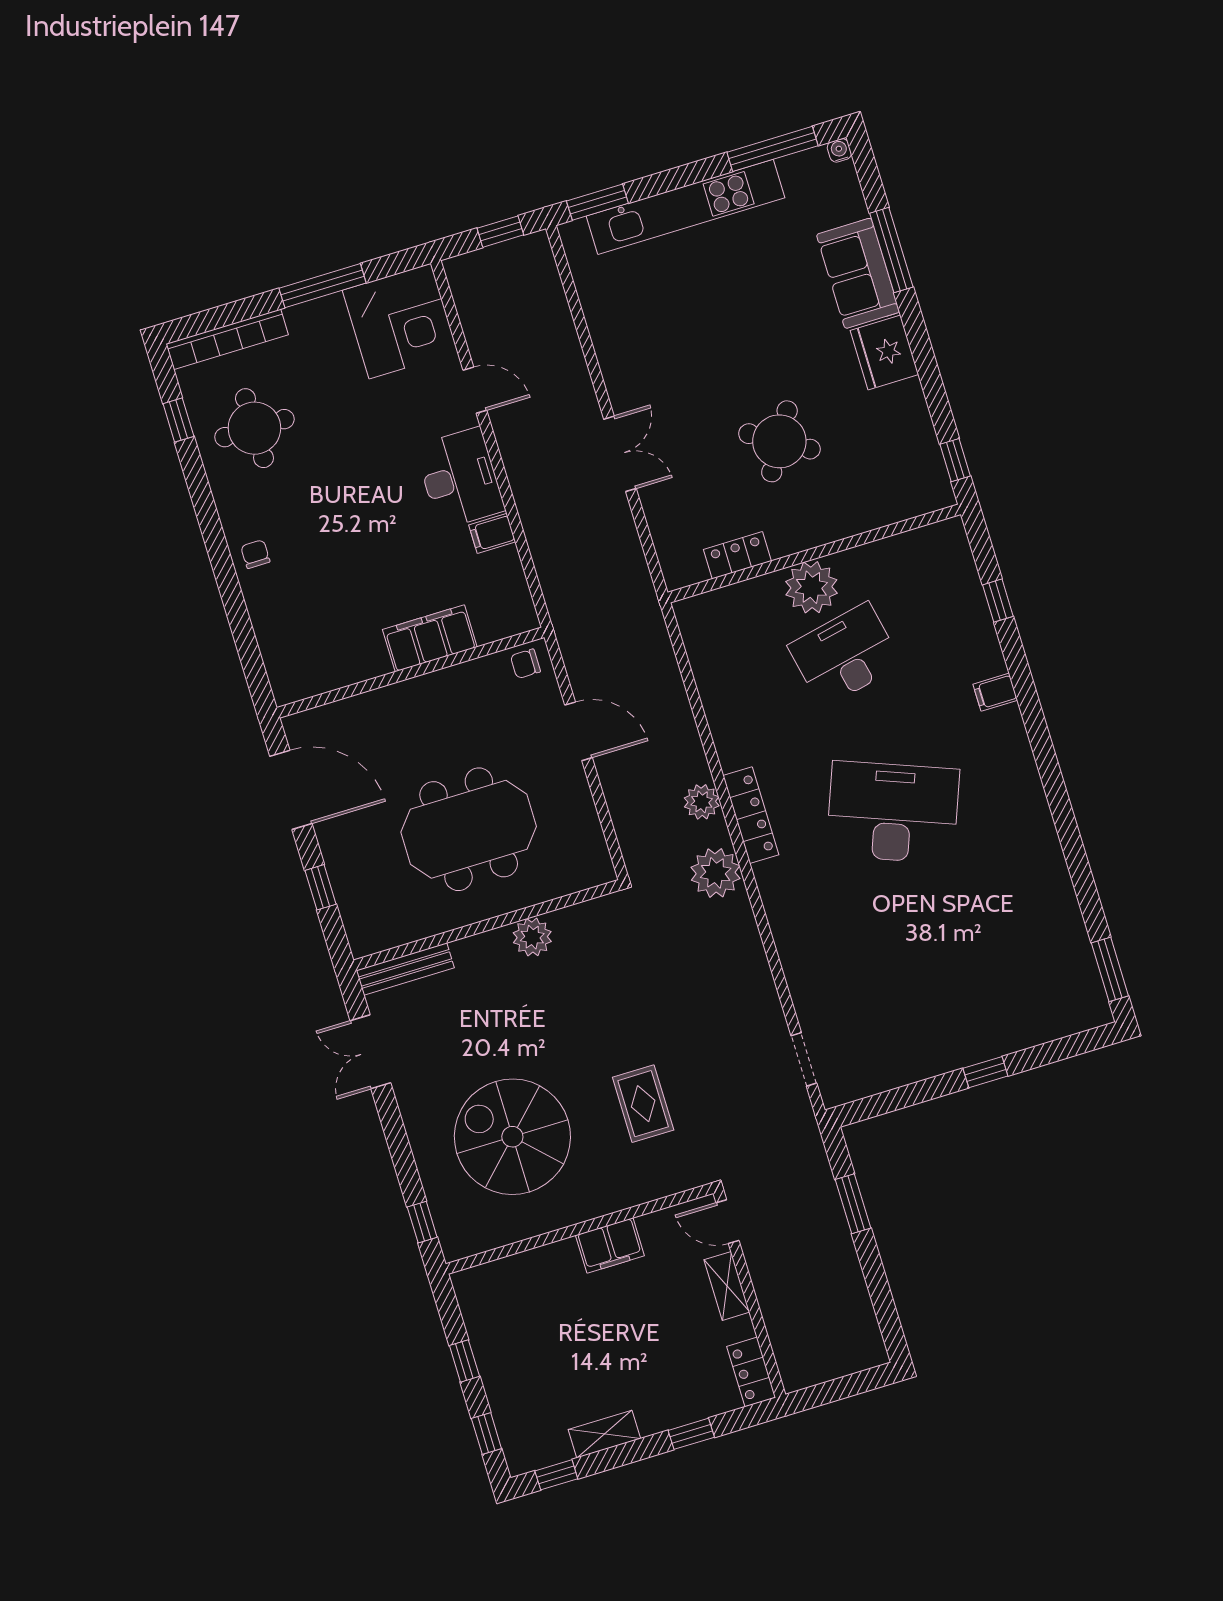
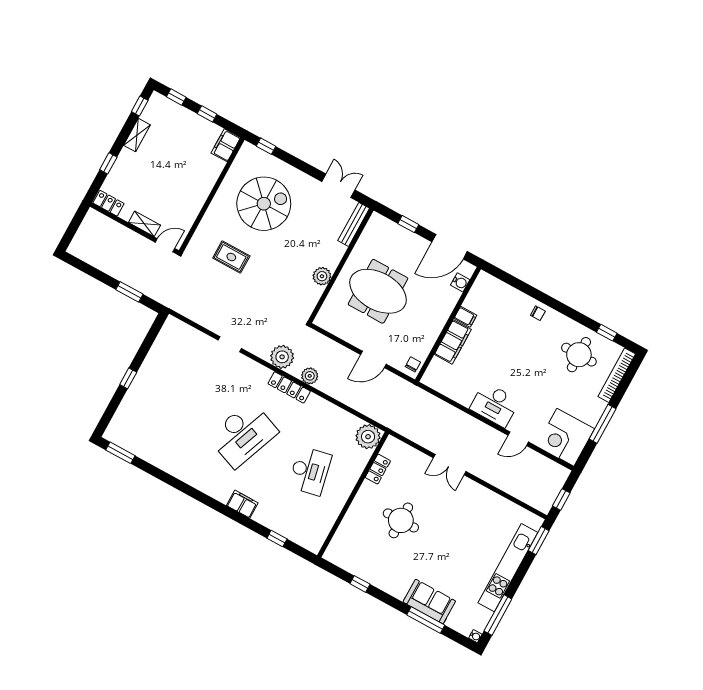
fridge: (884, 352) -> (395, 584), removed
round table: (779, 441) -> (401, 520), turned -31
window: (955, 460) -> (360, 584), moved
filing cabinet: (492, 533) -> (465, 317), moved, turned 90
plant: (811, 587) -> (368, 437), moved
filing cabinet: (995, 692) -> (242, 504), width x2.00
water cooler: (329, 719) -> (460, 282), added
meeting table: (469, 829) -> (378, 291), turned 90
doorway: (804, 1059) -> (230, 344), moved
filing cabinet: (610, 1246) -> (226, 145), moved

